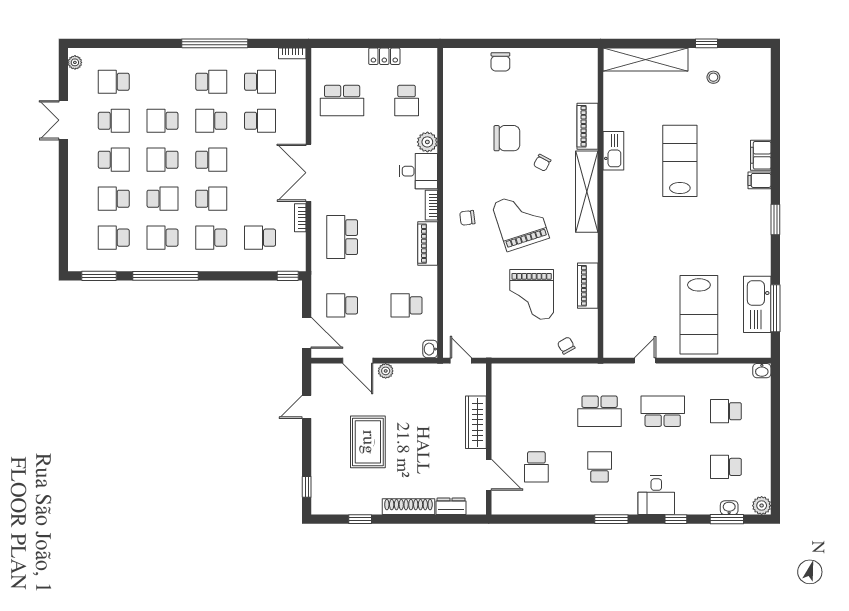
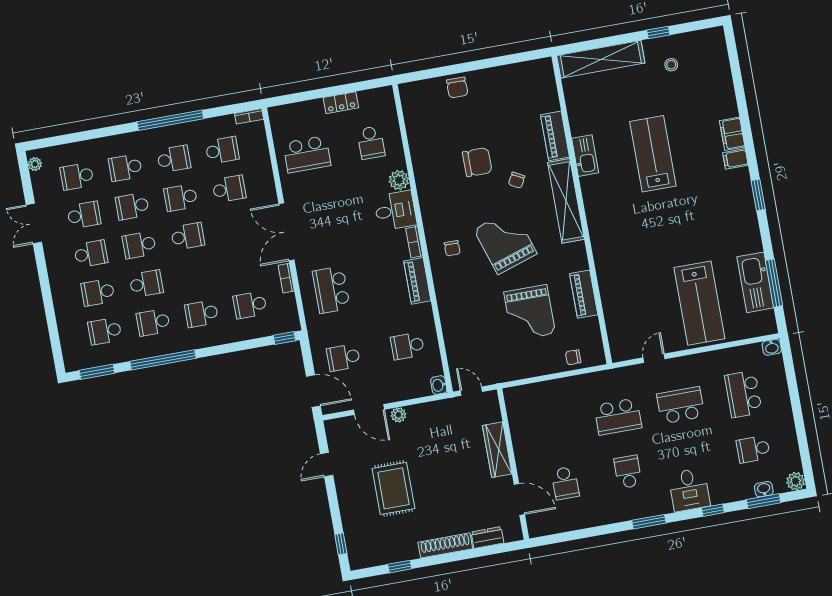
school desk: (211, 199) -> (125, 168), moved, turned 180
chair: (467, 218) -> (452, 248), turned -83
chair: (566, 345) -> (573, 357), turned -61
school desk: (726, 411) -> (743, 394), width x1.85

